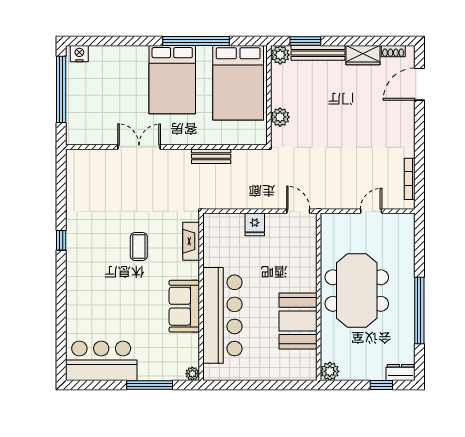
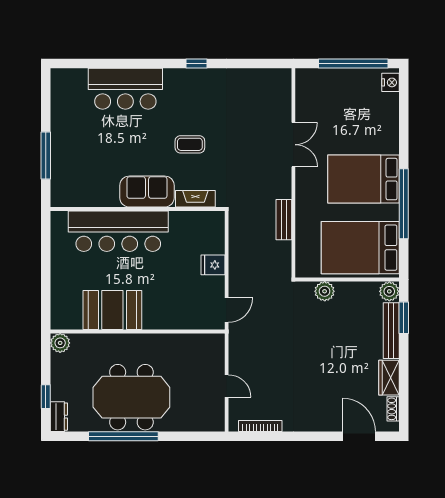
meeting table: (357, 291) -> (131, 397), moved
sofa: (184, 306) -> (147, 192), moved
bar counter: (101, 361) -> (125, 89), moved, turned 90
plant: (192, 374) -> (58, 200), removed

